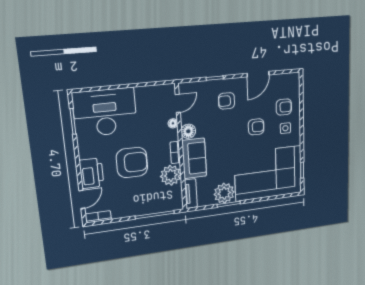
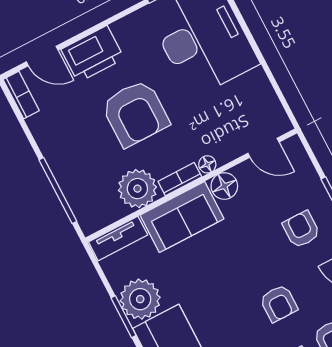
floor lamp: (173, 123) -> (207, 164), moved

